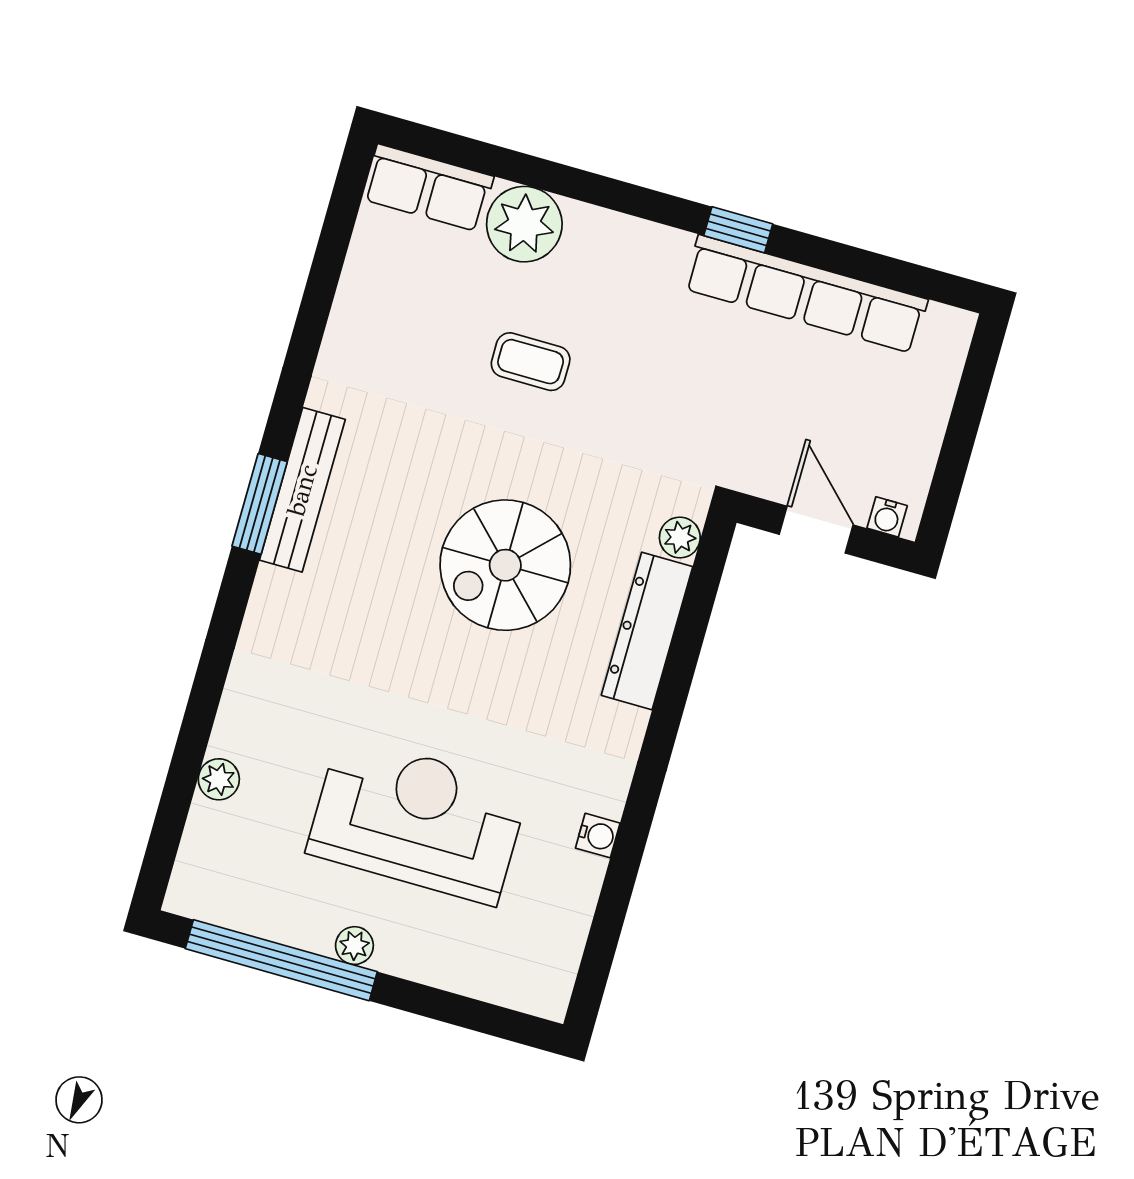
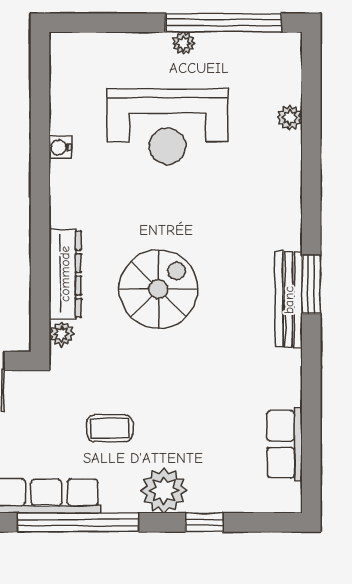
window: (537, 173) -> (204, 522), added
row of seats: (428, 188) -> (284, 444), moved, turned -90
plant: (524, 224) -> (164, 490), moved
window: (738, 230) -> (78, 522), width x3.17
coffee table: (531, 362) -> (110, 428), moved

